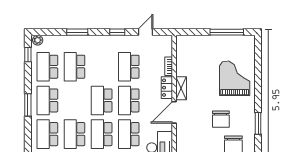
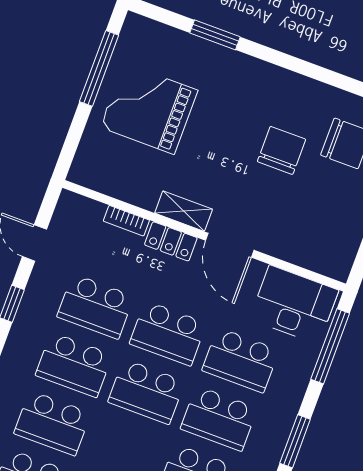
school desk: (102, 67) -> (74, 365), added
grand piano: (235, 78) -> (149, 109), moved
chair: (221, 119) -> (281, 150), turned -90
window: (258, 123) -> (215, 35), moved

